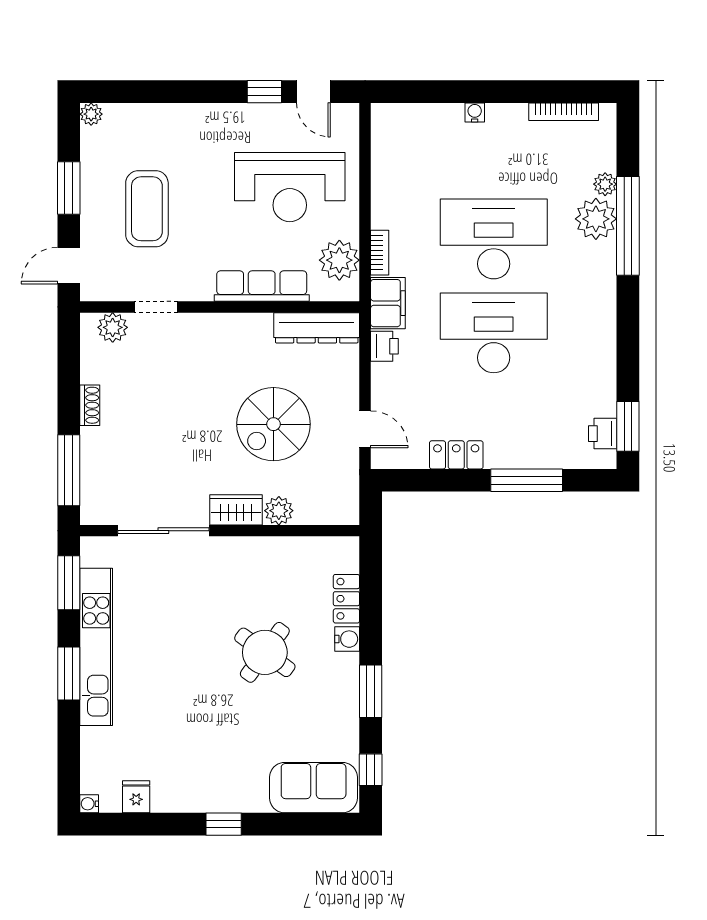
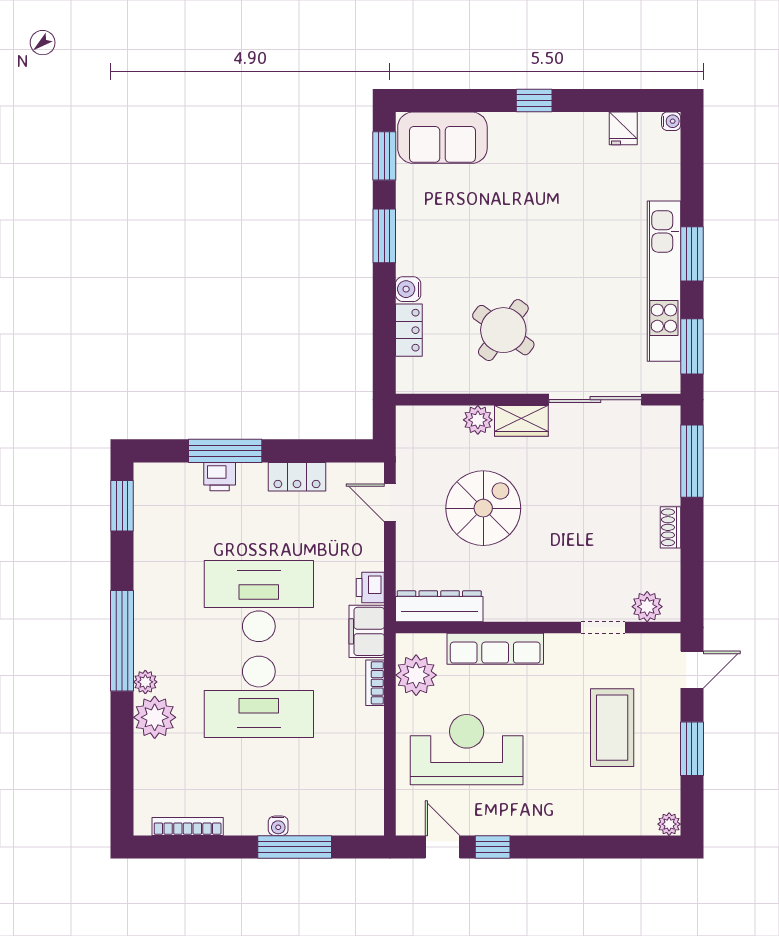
window: (459, 92) -> (295, 847), added
plant: (605, 184) -> (145, 682), moved
window: (628, 226) -> (122, 641), moved
desk: (494, 333) -> (259, 601), turned 180
printer: (603, 434) -> (220, 477), moved, turned 90
round table: (265, 652) -> (503, 330), moved
window: (371, 770) -> (384, 156), width x1.50

